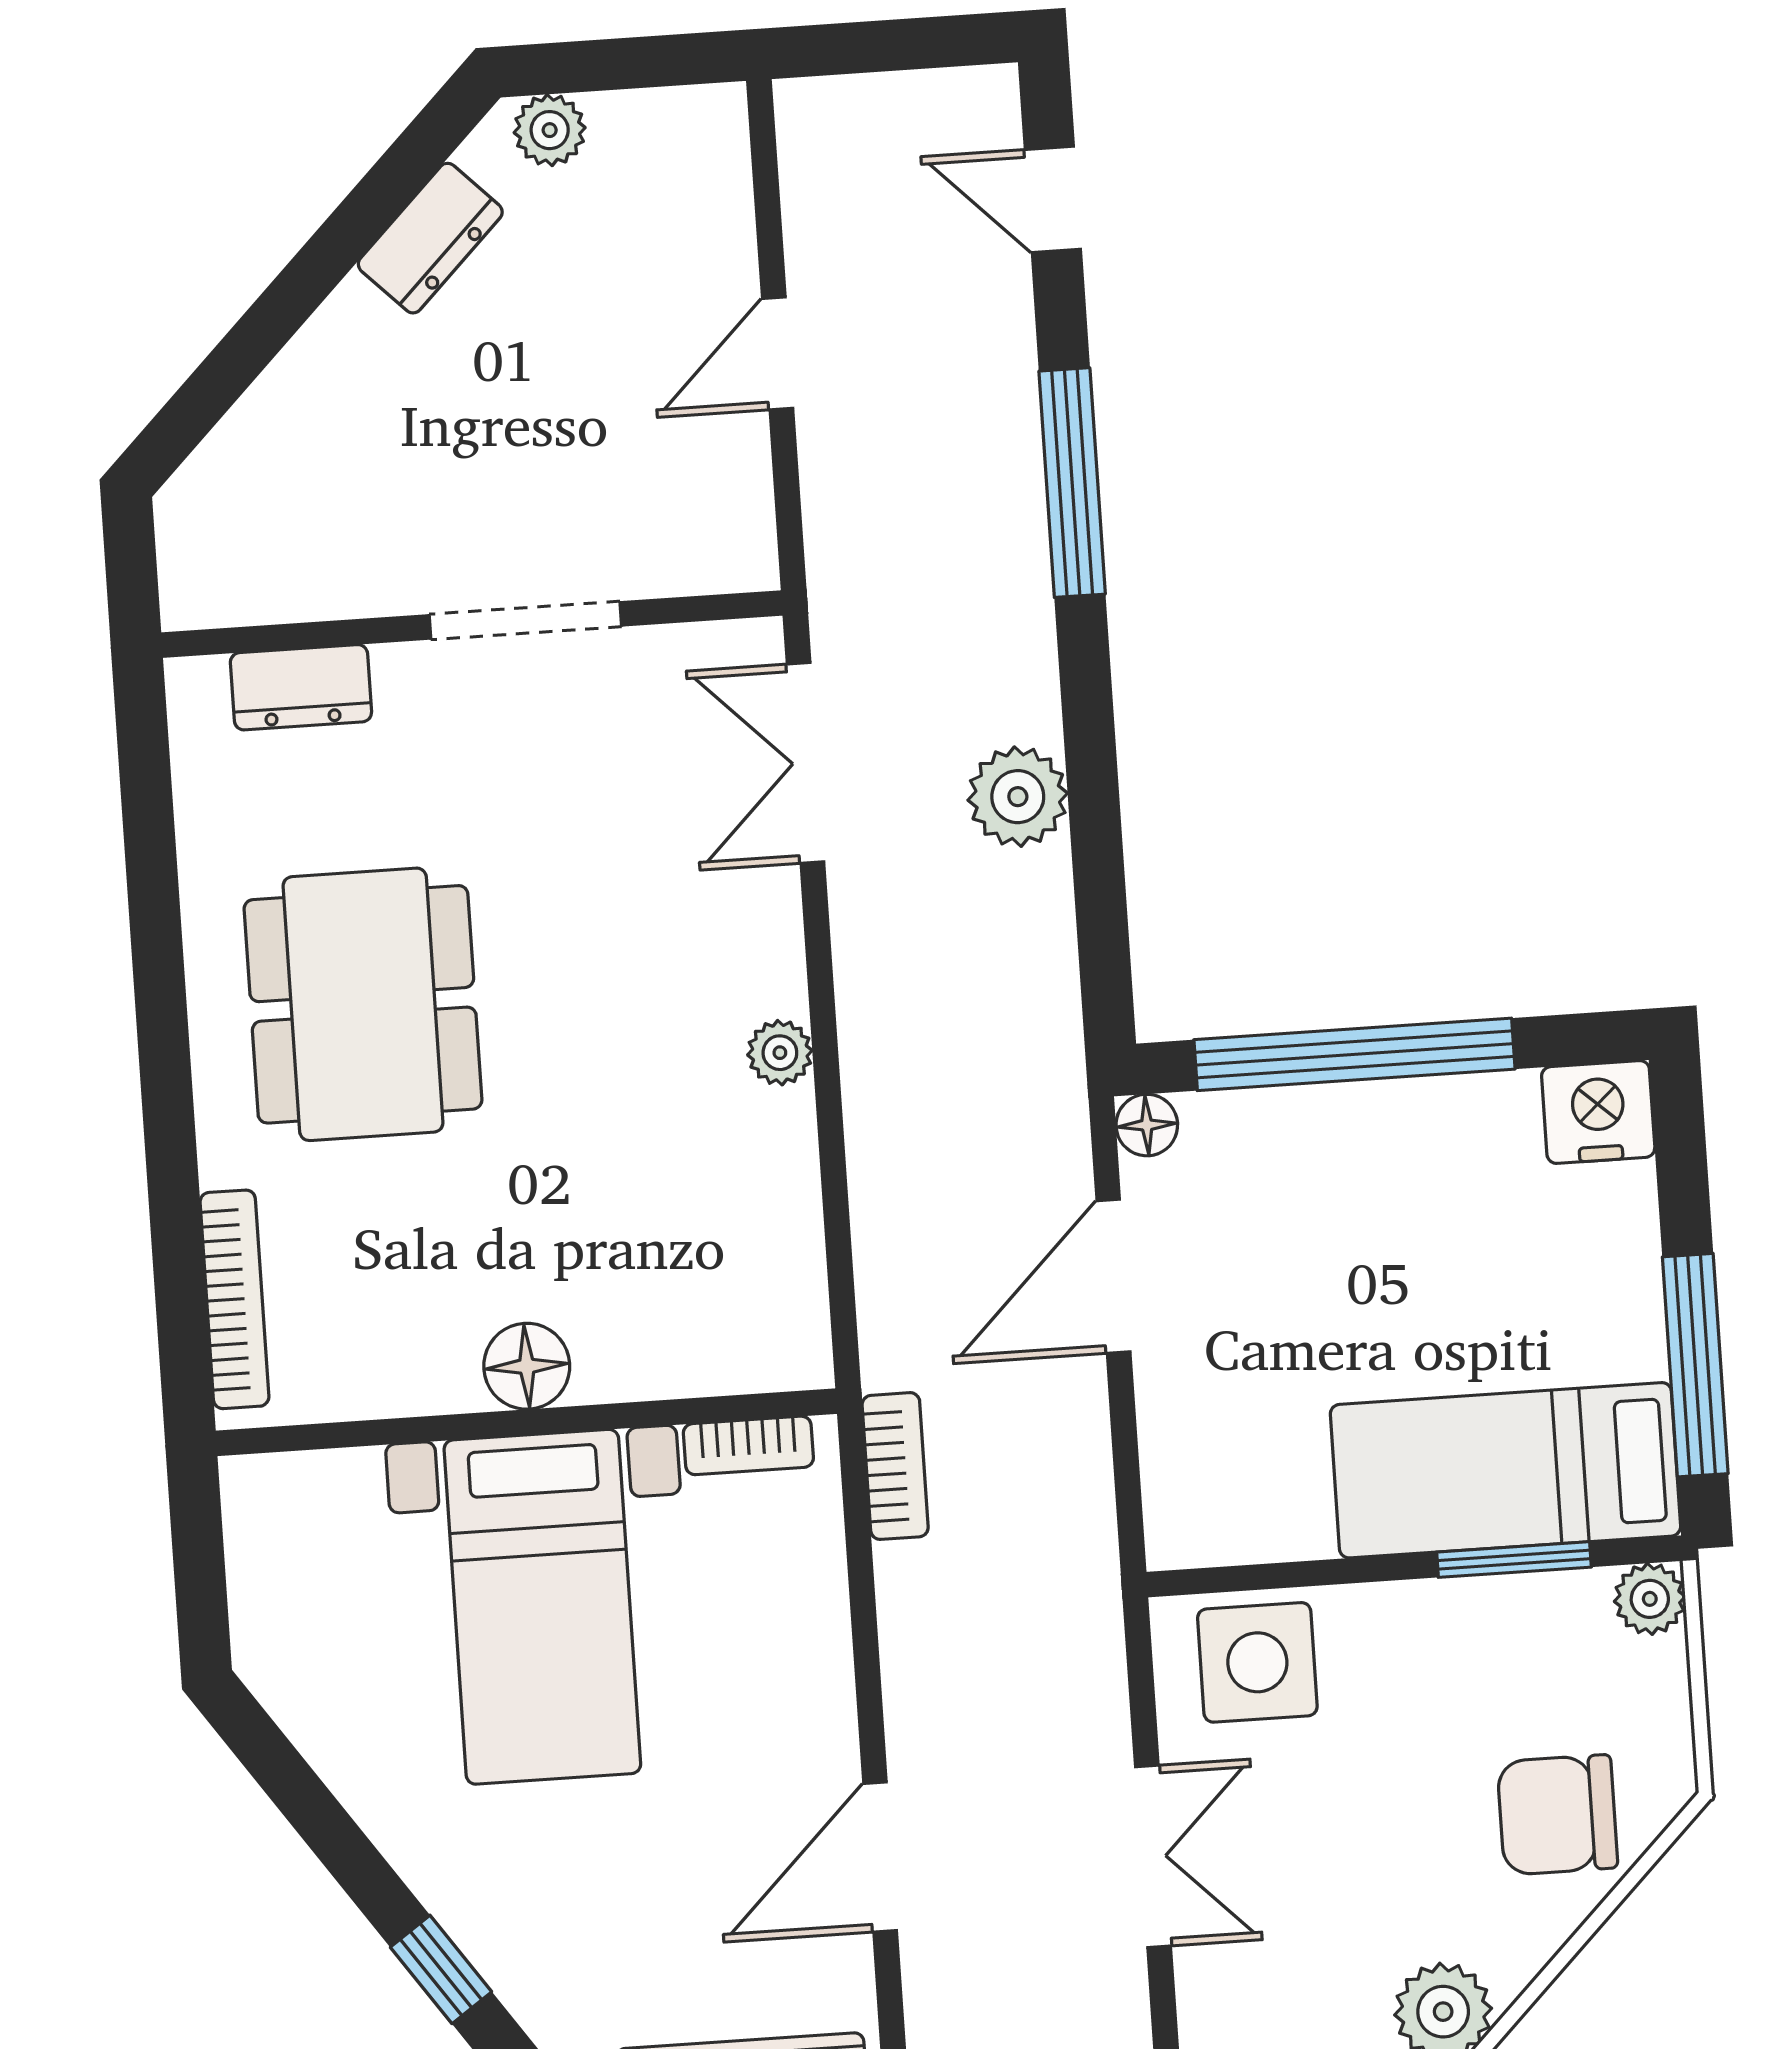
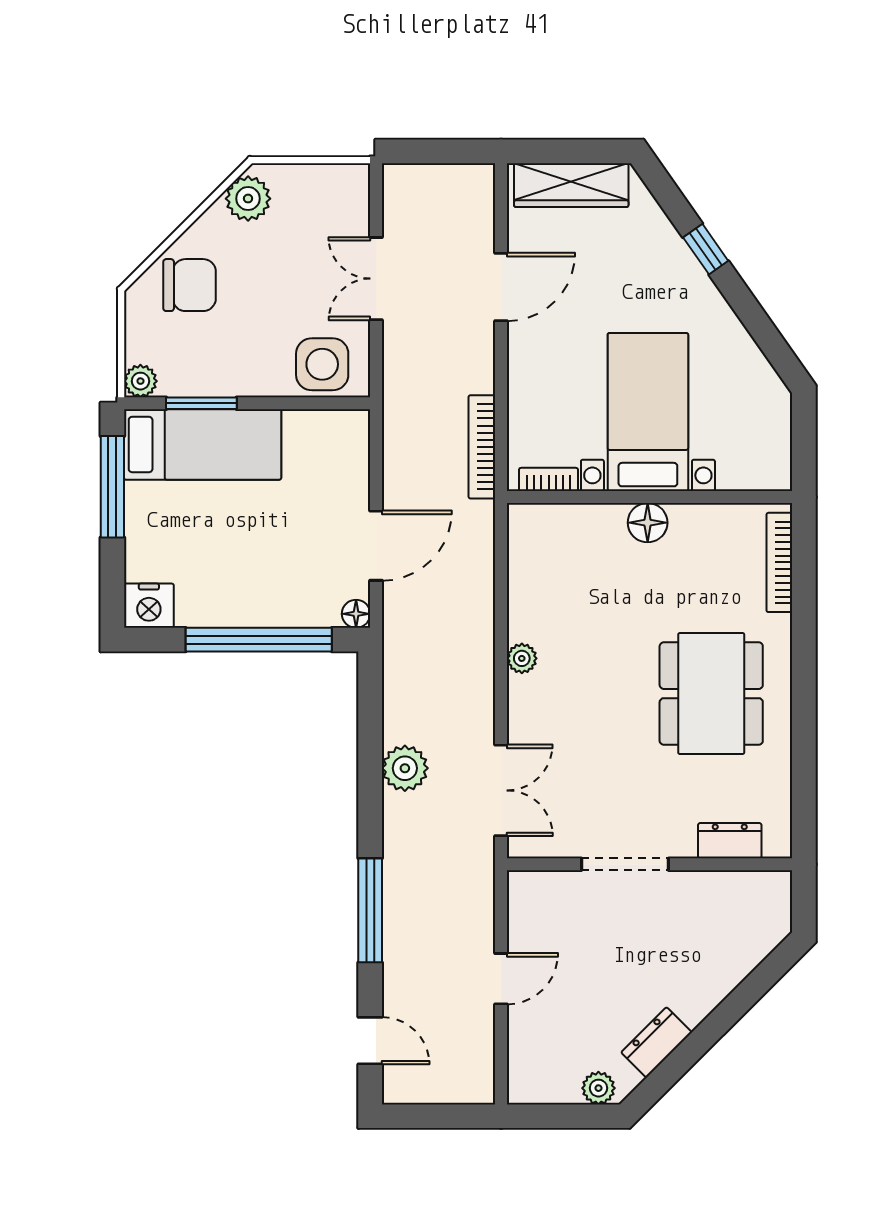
bookcase: (895, 1466) -> (482, 447), width x1.56

